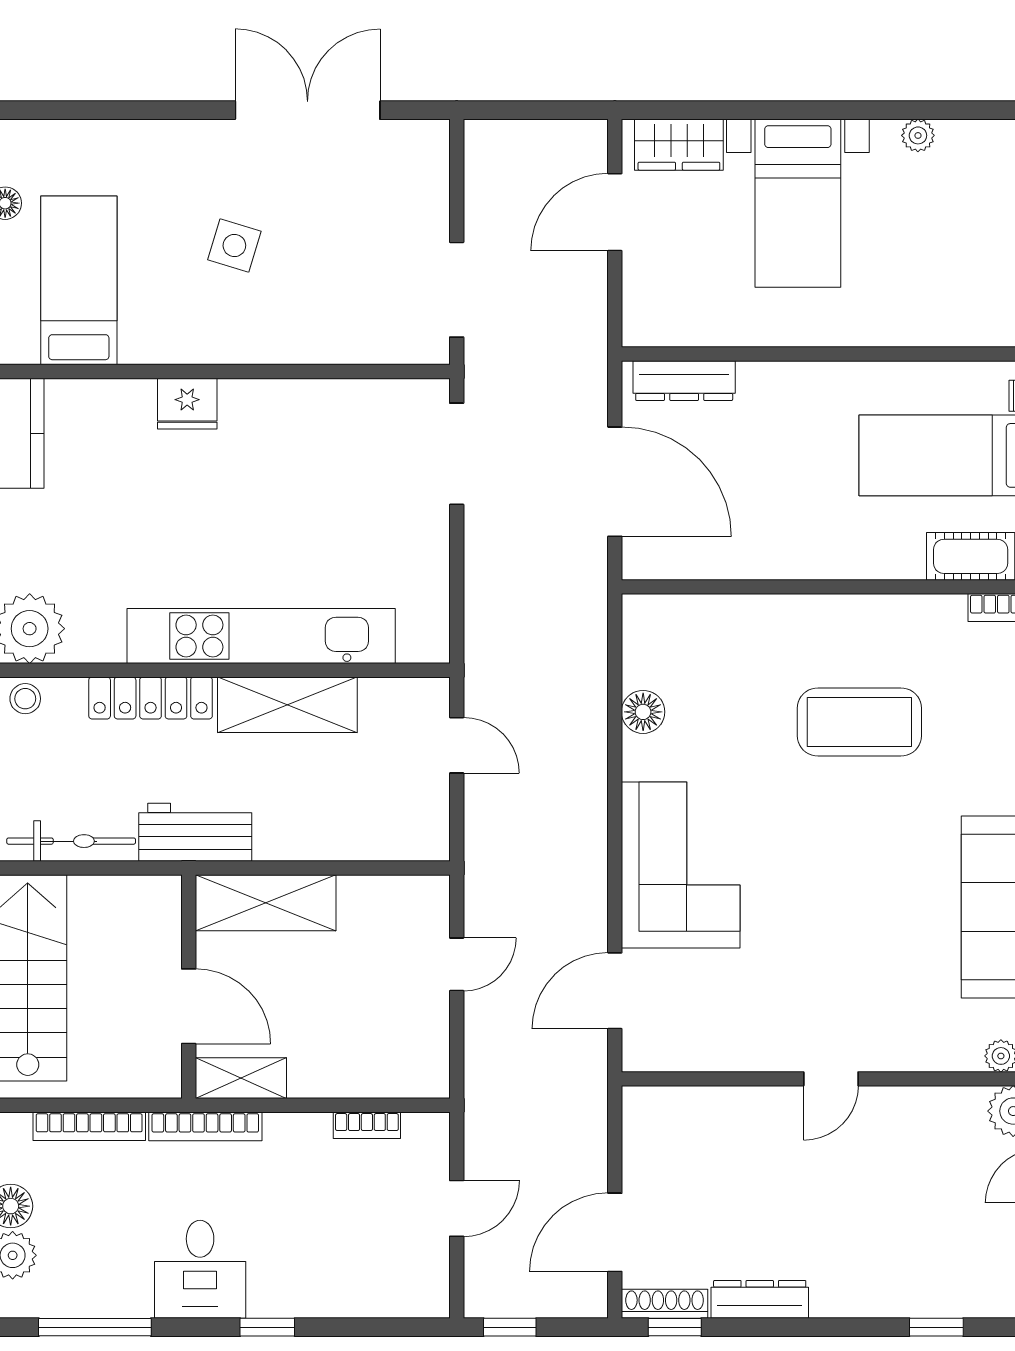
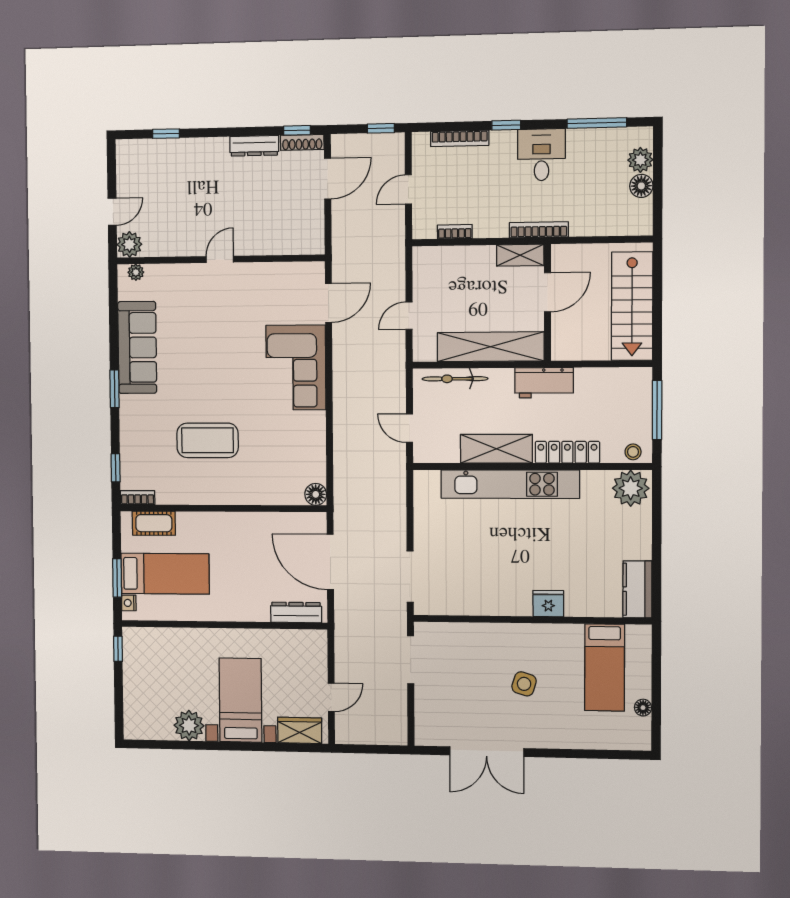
plant: (918, 135) -> (189, 726), width x1.88, depth x1.88
door: (615, 212) -> (331, 697), width x0.73
floor lamp: (643, 712) -> (316, 494), moved
bicycle: (71, 841) -> (455, 379), moved
shelving: (266, 903) -> (491, 347), width x1.47
door: (189, 1006) -> (547, 292), swing flipped
bookcase: (89, 1126) -> (460, 138), moved, turned 180

